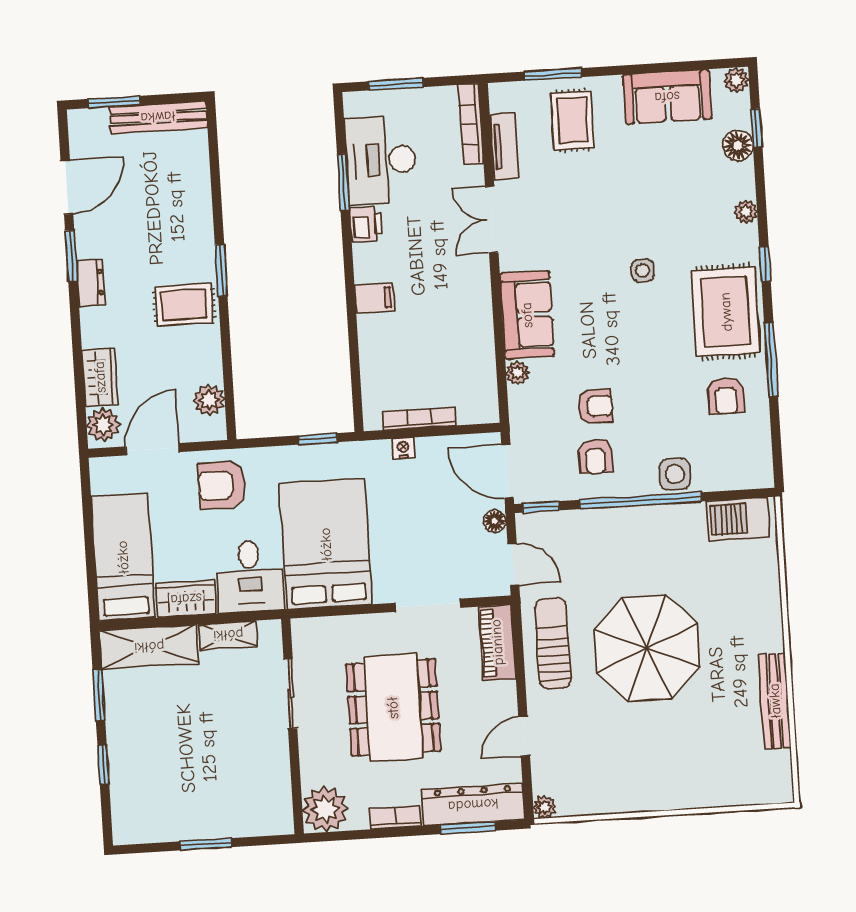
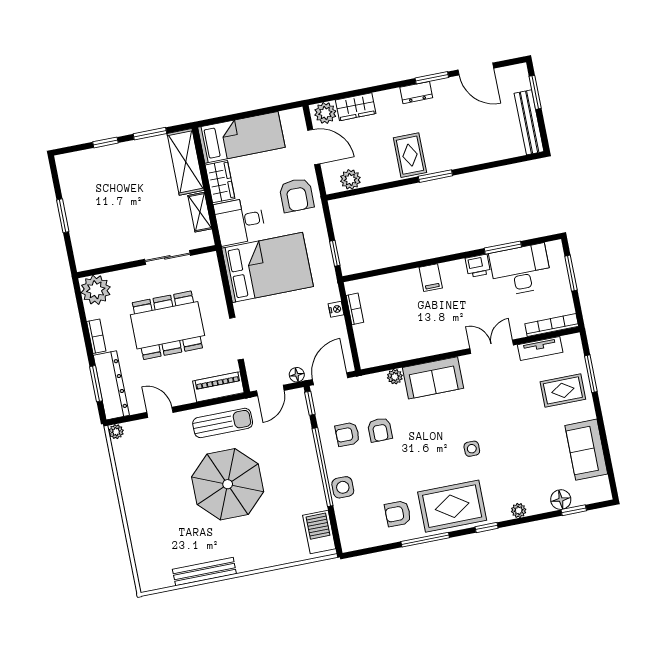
plant: (736, 80) -> (603, 493), removed
bookcase: (419, 419) -> (355, 309), width x0.64
armchair: (222, 485) -> (297, 195), turned 180

